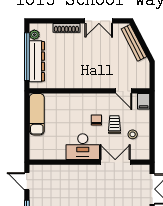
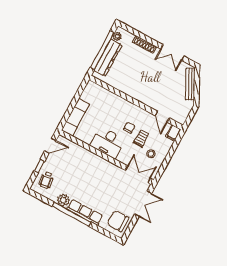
exam couch: (37, 114) -> (75, 117), moved
double door: (115, 162) -> (138, 174), moved
door: (27, 181) -> (50, 146), swing flipped

